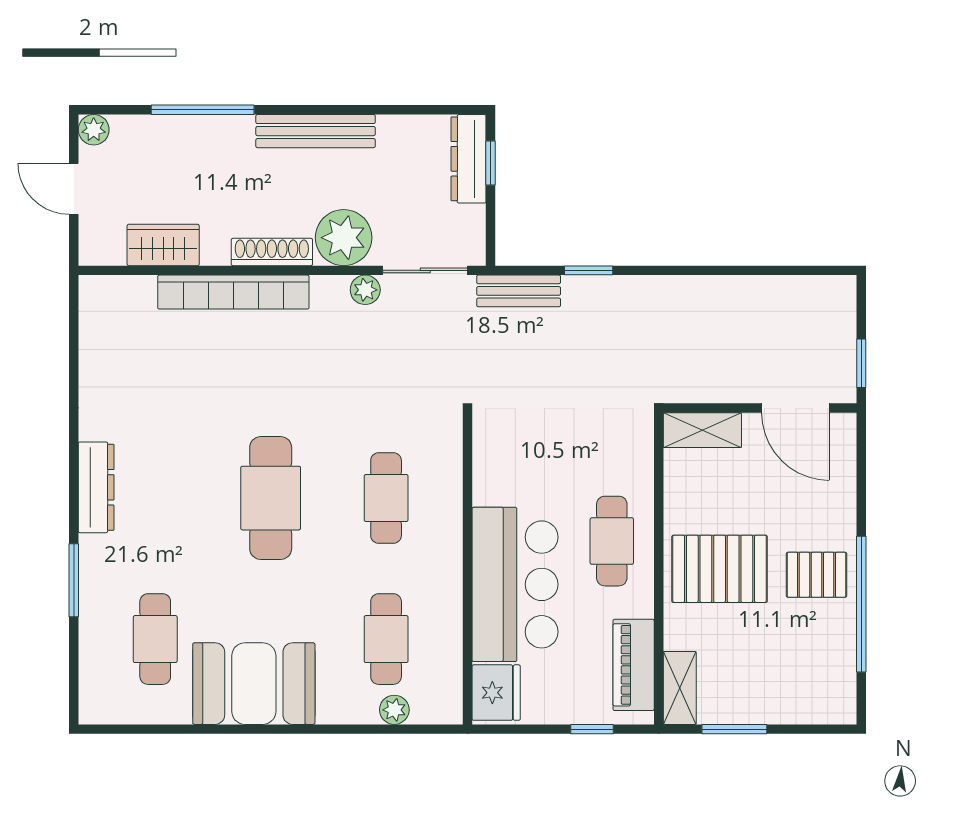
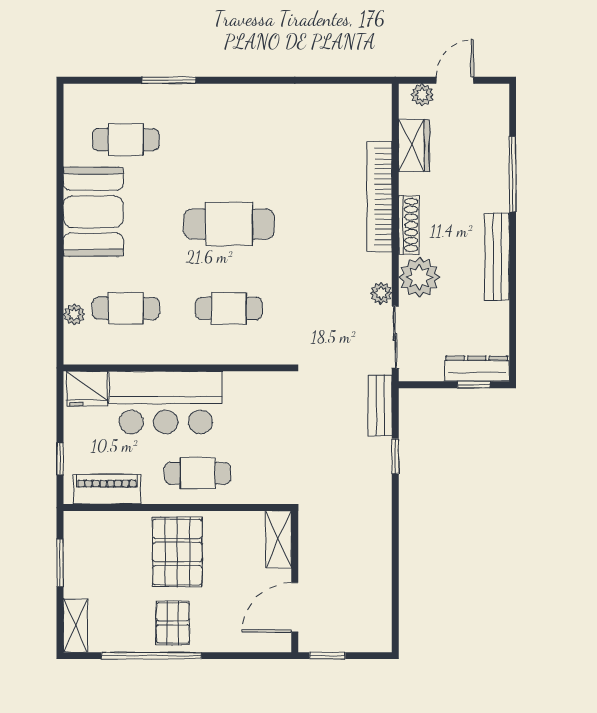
plant: (94, 130) -> (422, 95), moved
dresser: (96, 487) -> (237, 97), removed
shelving: (680, 688) -> (75, 626), moved, turned 90

